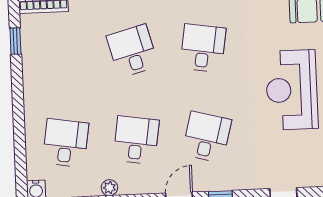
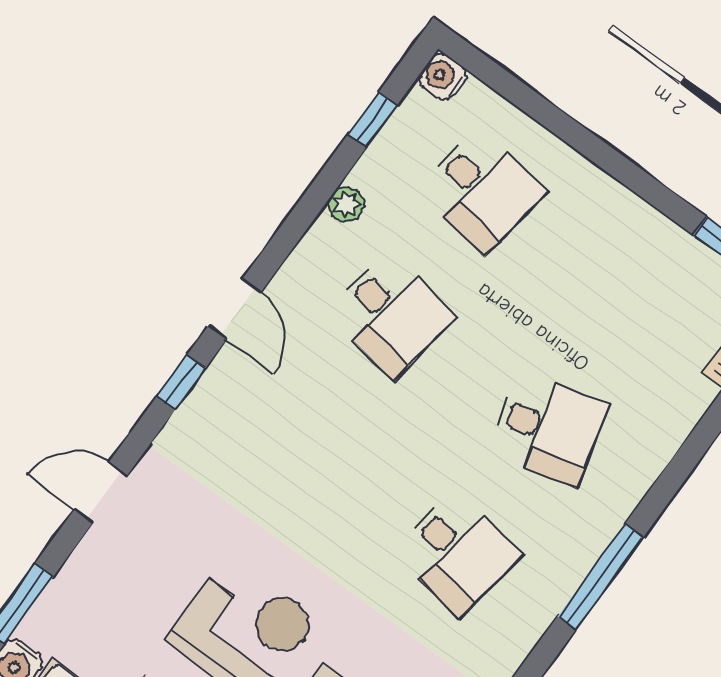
desk: (207, 137) -> (301, 438), removed

